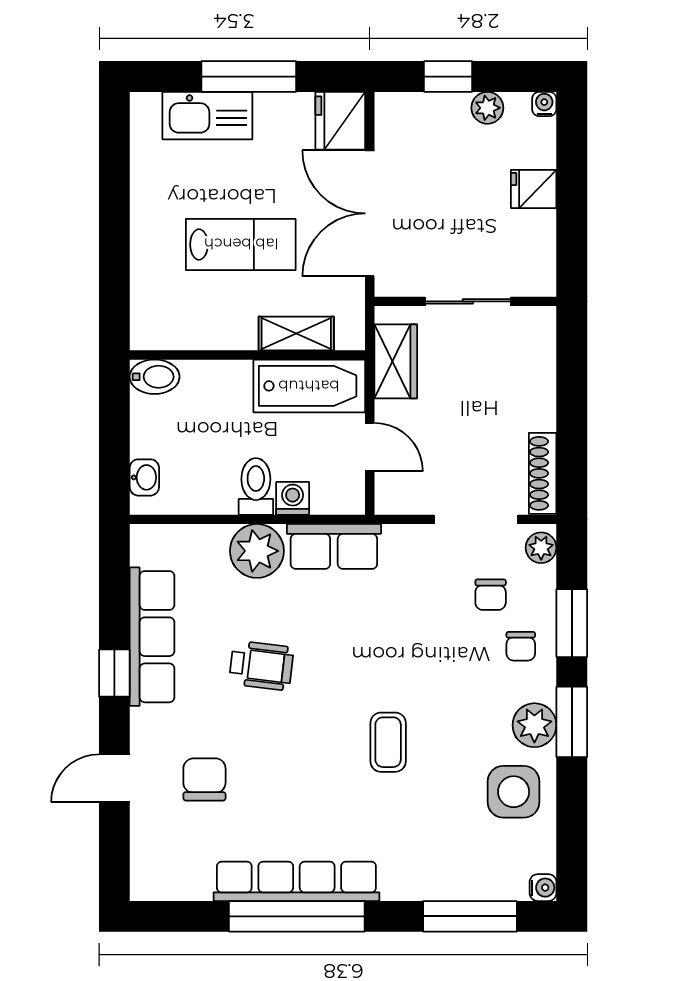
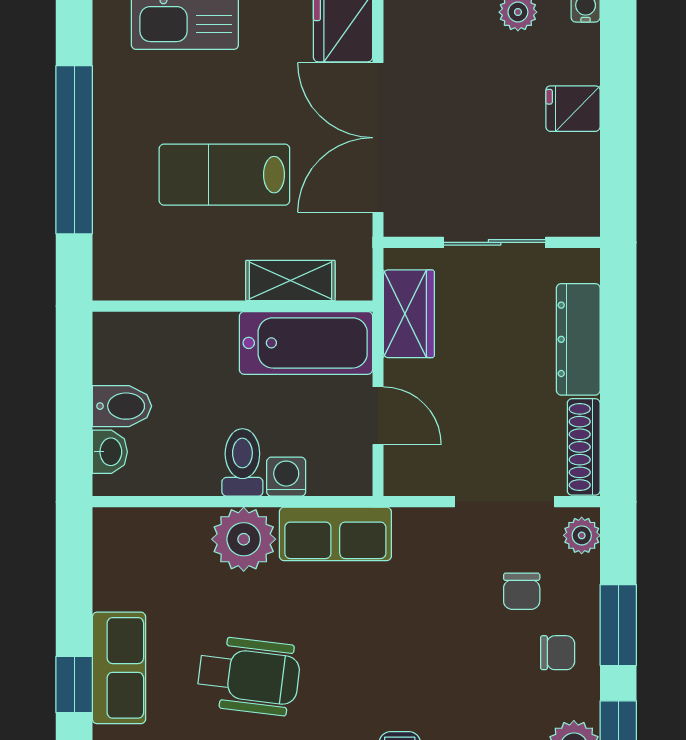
window: (114, 224) -> (74, 150), added
lab bench: (241, 244) -> (224, 175), turned 180
bidet: (155, 377) -> (122, 406), moved
dresser: (538, 383) -> (578, 339), added
row of seats: (152, 637) -> (119, 668), width x0.68
chair: (521, 646) -> (558, 653), turned -90
wheelchair: (261, 666) -> (249, 676), width x1.36, depth x1.37

